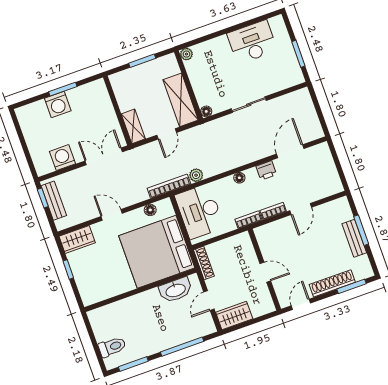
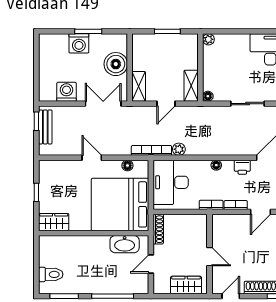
shelving: (181, 100) -> (191, 86), width x0.67, depth x0.75
boiler: (102, 112) -> (116, 64), added
wardrobe: (77, 240) -> (54, 222), moved, turned 180
wardrobe: (234, 315) -> (186, 285), moved

